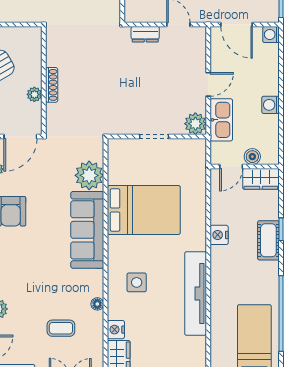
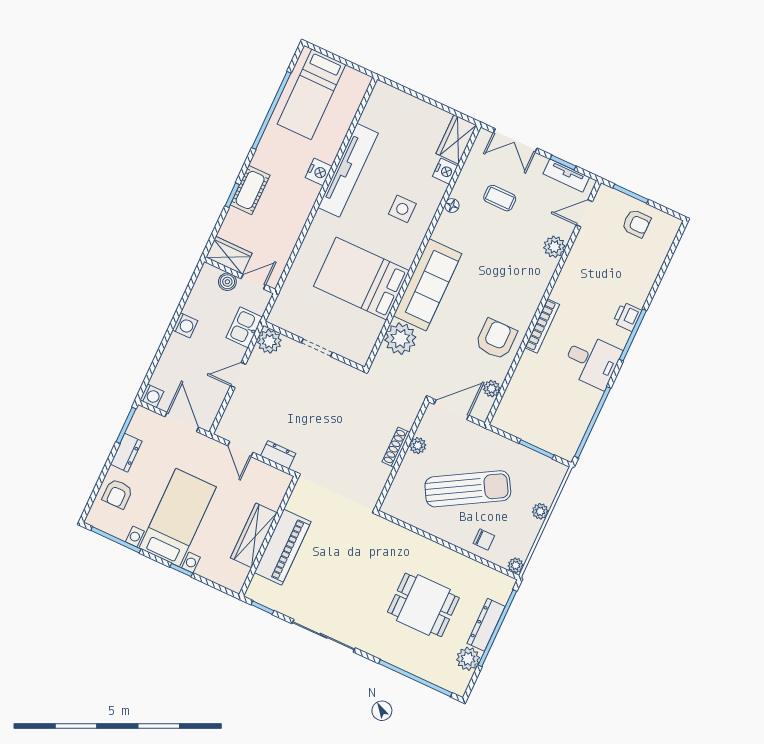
kitchen sink: (221, 120) -> (244, 327), width x0.73
nightstand: (219, 235) -> (319, 172), moved

